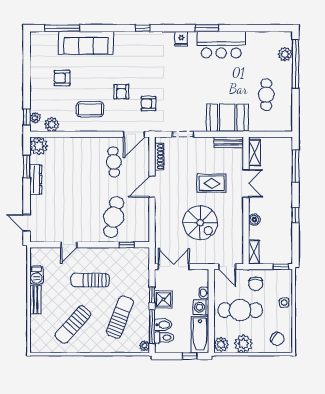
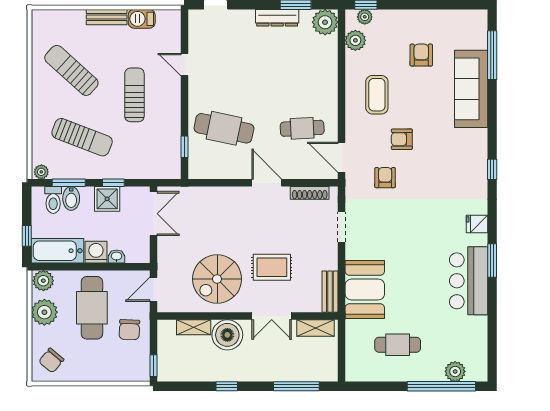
rug: (212, 183) -> (272, 267), turned 90
boiler: (254, 220) -> (227, 335), width x1.86, depth x1.86
spiral stairs: (200, 223) -> (217, 279), moved
shelving: (254, 252) -> (194, 327), moved
chair: (256, 284) -> (129, 330), turned -88
side table: (284, 303) -> (103, 370), removed
window: (152, 327) -> (69, 183), width x0.69

